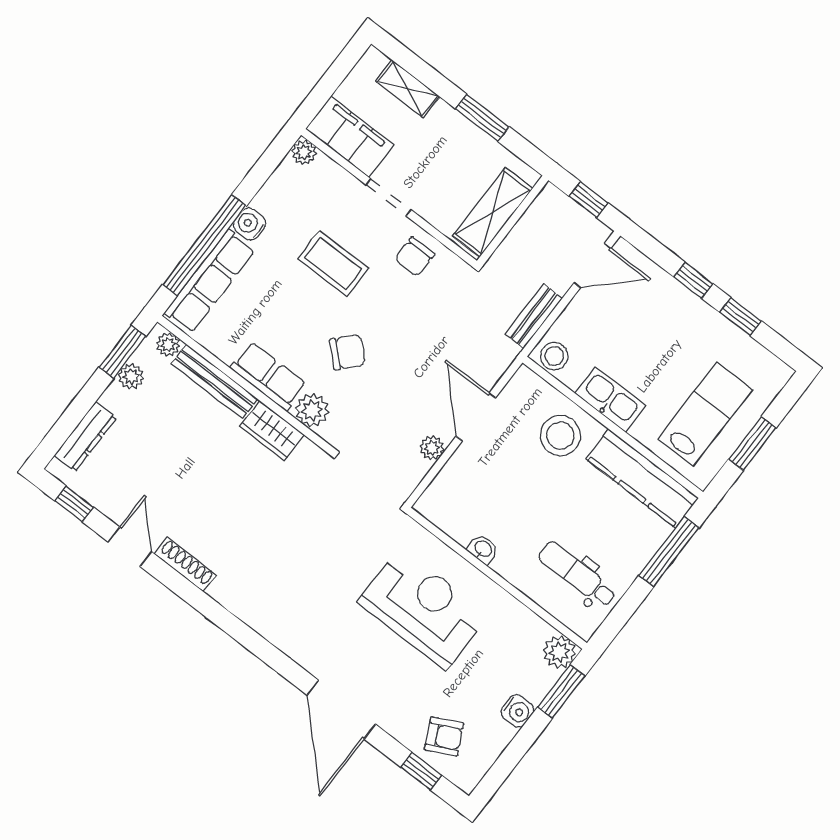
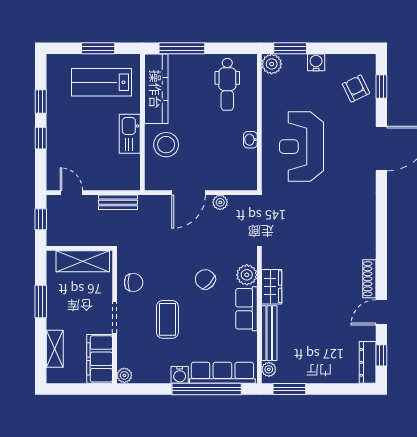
door: (592, 266) -> (71, 193), width x0.73
stool: (554, 356) -> (130, 177), removed
plant: (131, 376) -> (298, 376), removed
dresser: (85, 437) -> (368, 362), moved, turned -90

